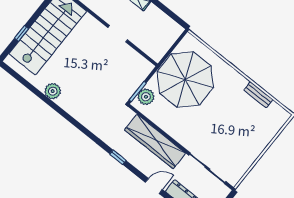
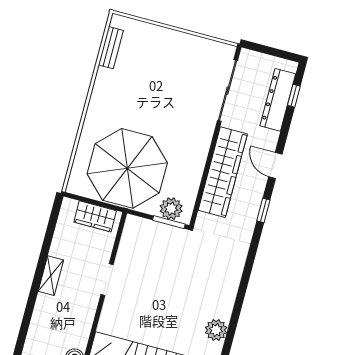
wardrobe: (163, 44) -> (95, 216), added
bench: (258, 95) -> (111, 48), moved
door: (154, 186) -> (275, 165), moved

